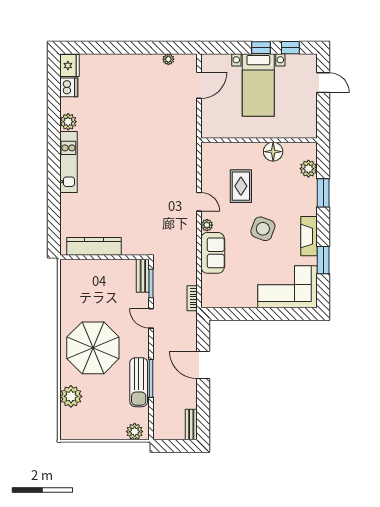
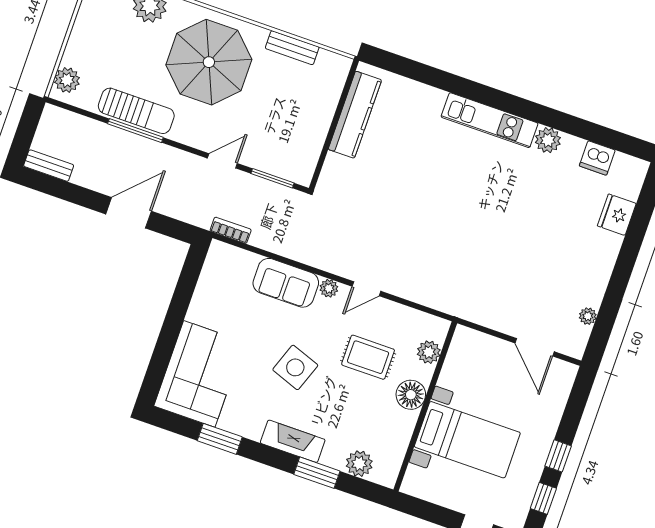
fridge: (69, 66) -> (617, 215), moved, turned 90
bed with nightstands: (258, 85) -> (467, 440), moved, turned 180
plant: (225, 150) -> (429, 352), added
floor lamp: (273, 152) -> (411, 395), moved
fireplace: (309, 236) -> (293, 441), moved
bench: (143, 276) -> (292, 48), moved
sun lounger: (139, 382) -> (136, 111), turned 180

